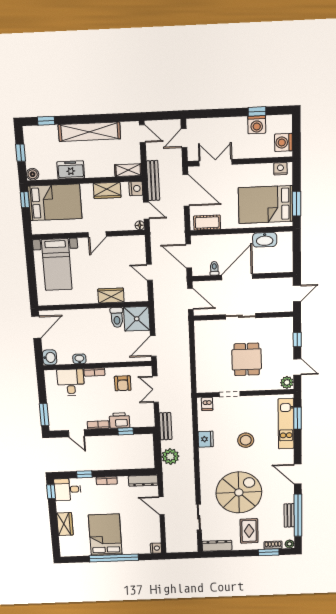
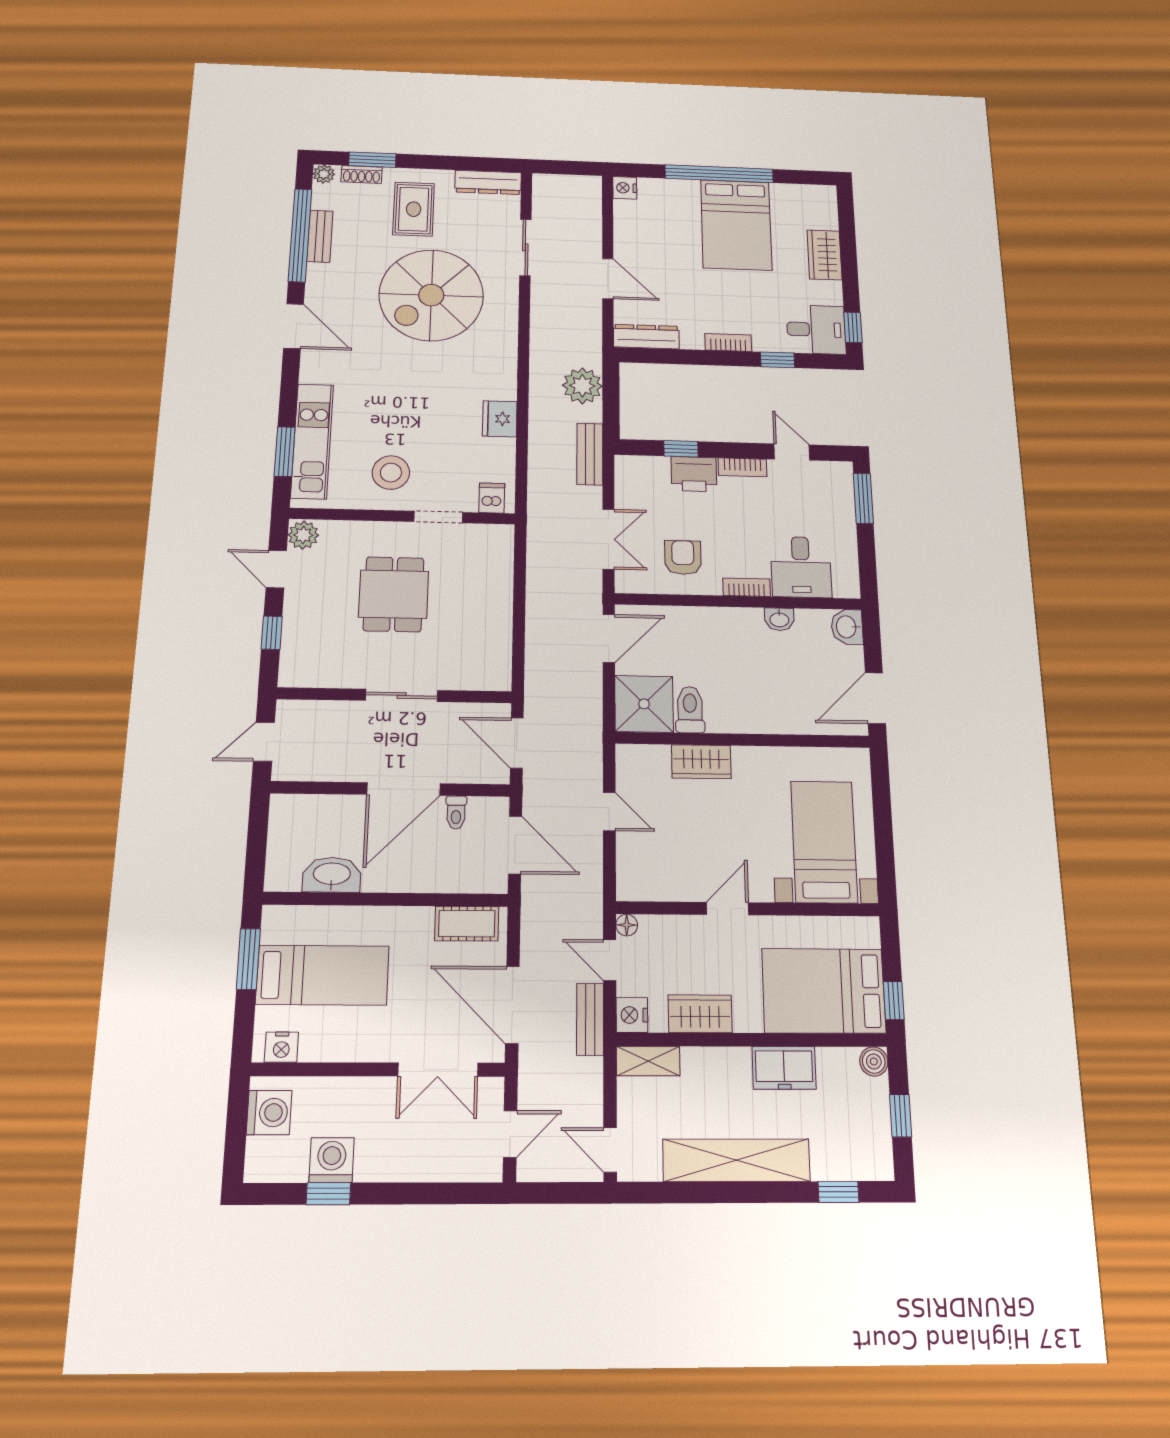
bench: (153, 181) -> (590, 1019), width x0.73
bed: (266, 205) -> (323, 975), width x0.67
stool: (246, 440) -> (391, 473), moved

